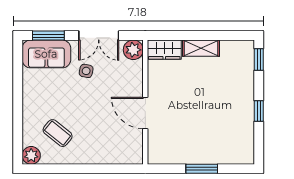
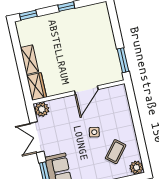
double door: (99, 36) -> (37, 137), swing flipped
side table: (86, 71) -> (94, 132), moved
window: (202, 169) -> (123, 60), moved

